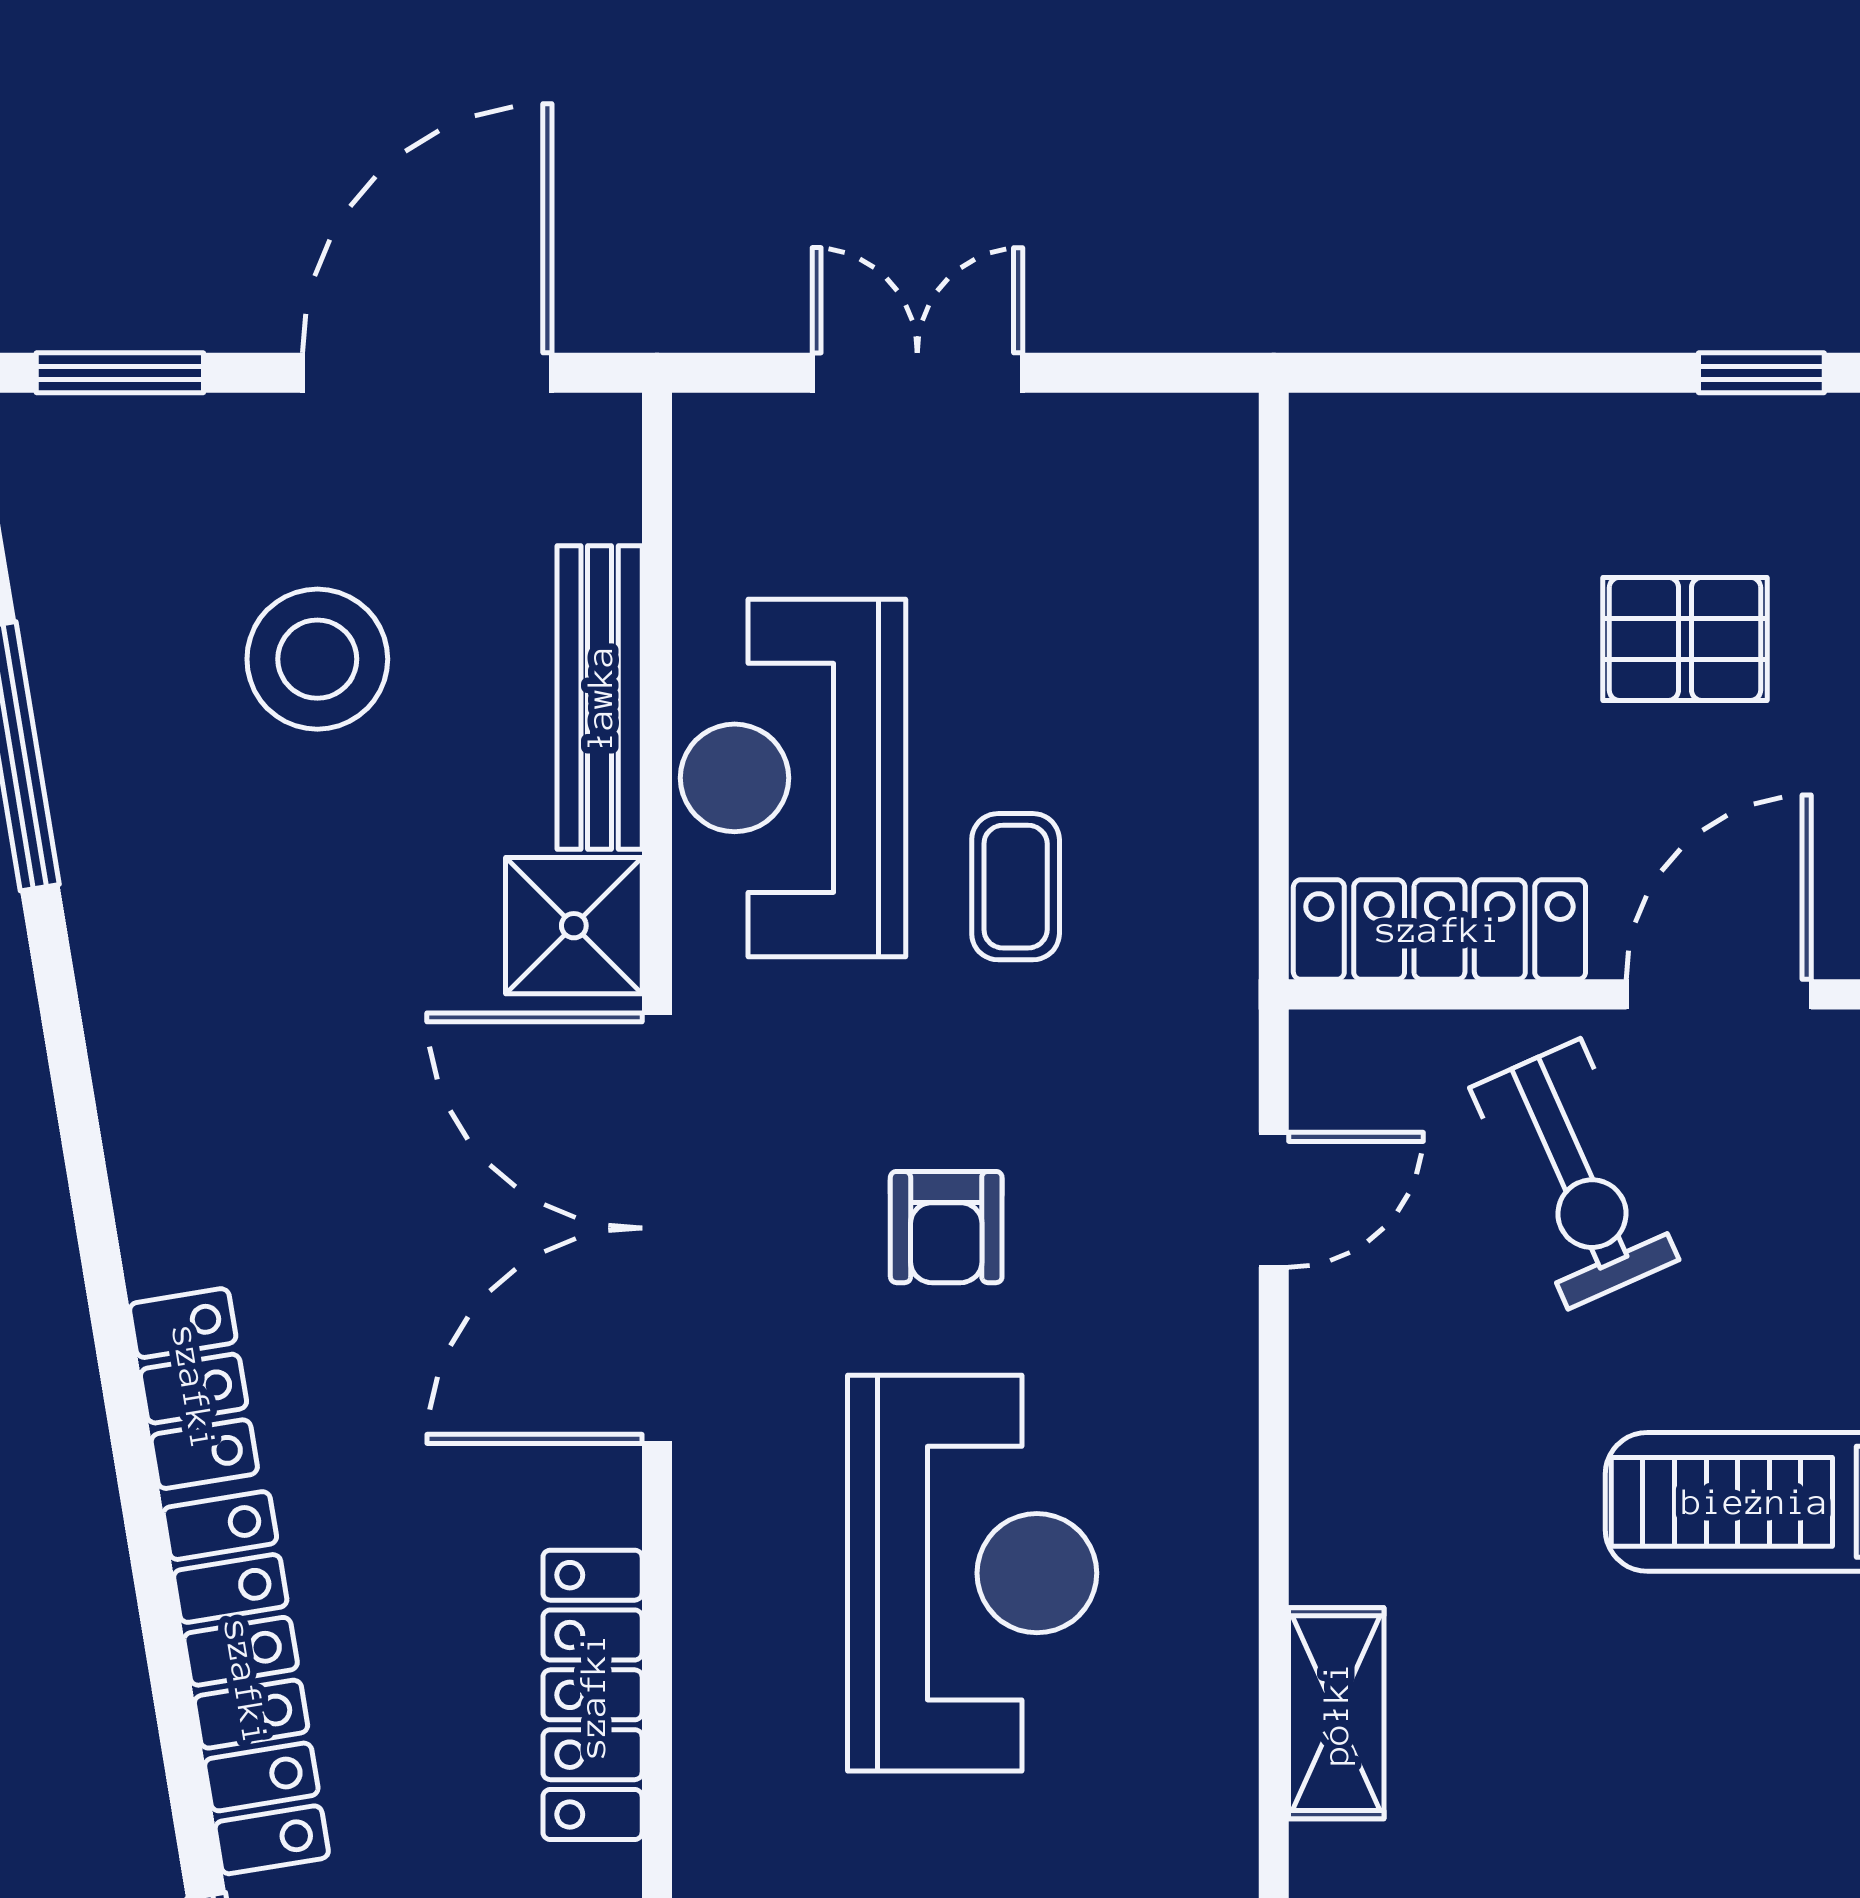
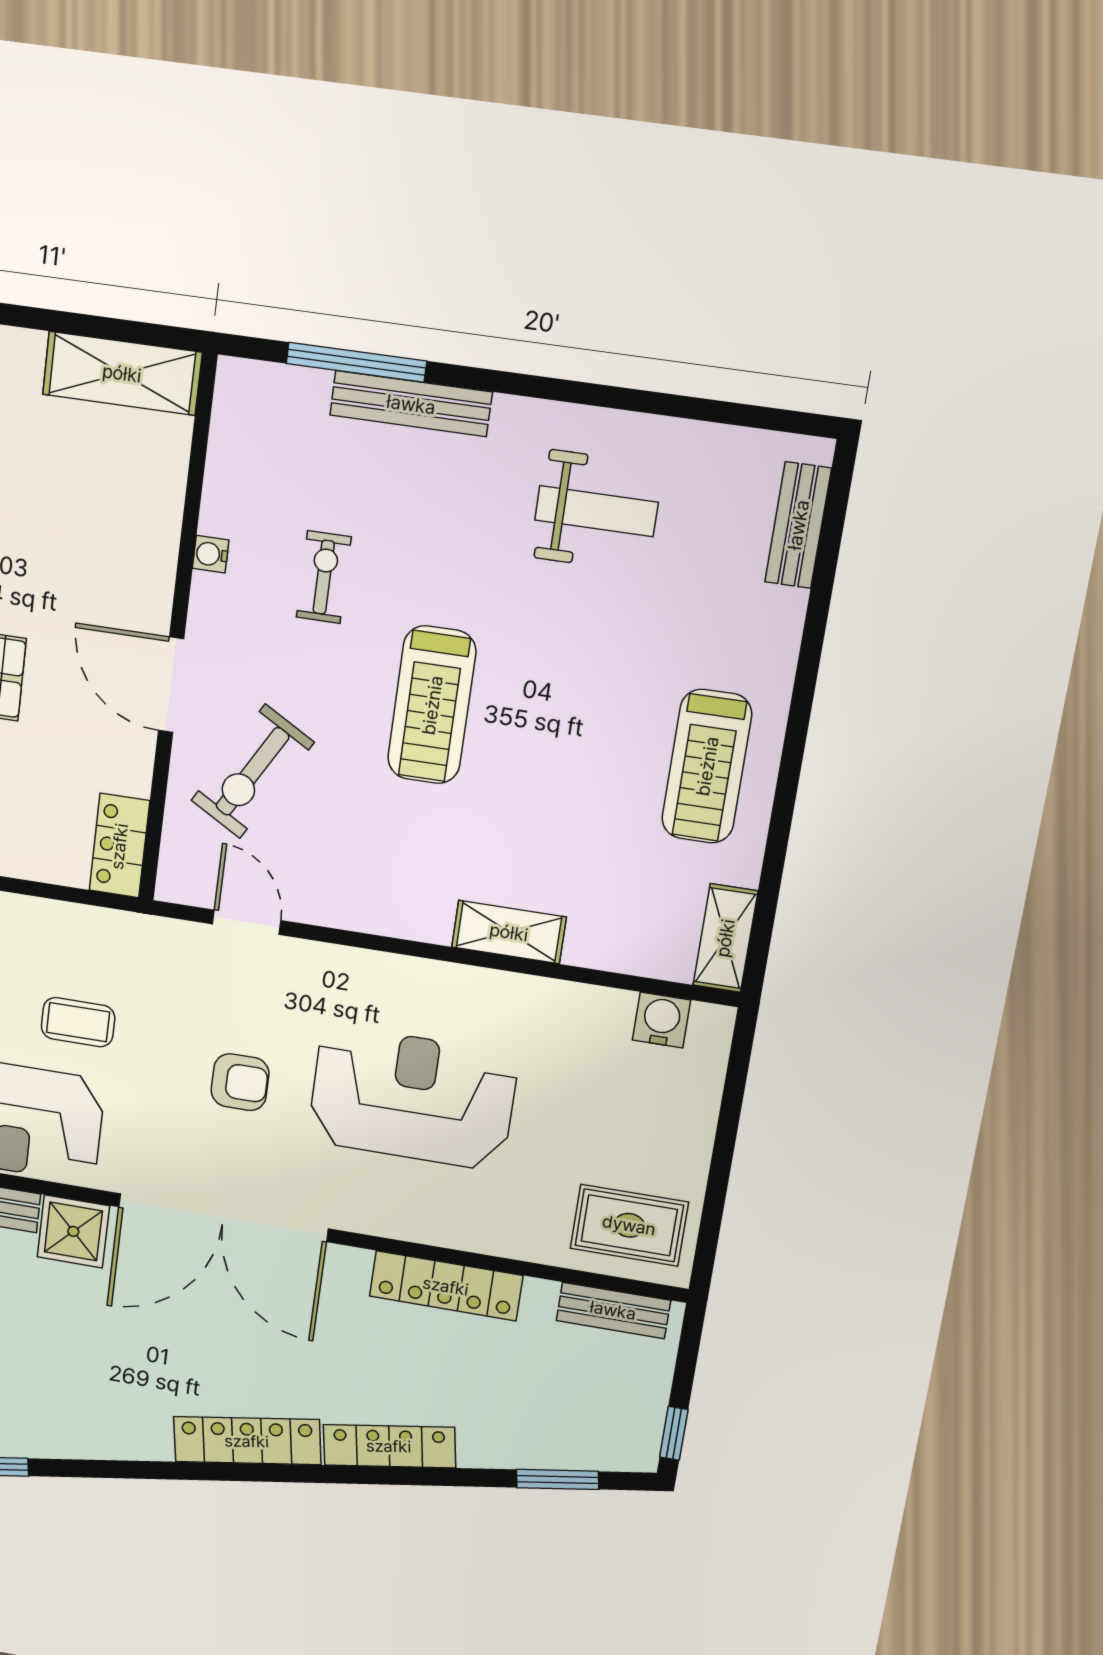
locker: (1439, 930) -> (119, 846), width x0.66
exercise bike: (1574, 1174) -> (253, 771), turned 144
locker: (194, 1389) -> (247, 1441), width x1.53
locker: (246, 1683) -> (389, 1446), width x0.71, depth x0.83

